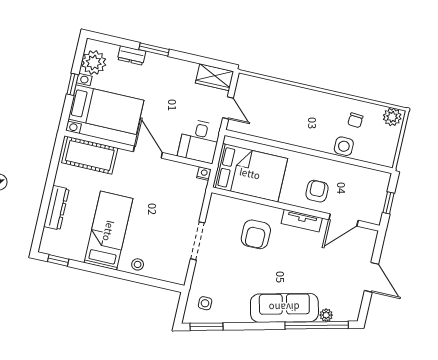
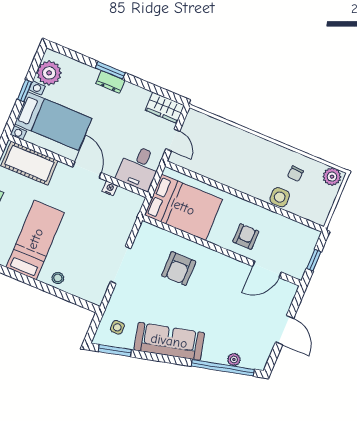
dresser: (132, 55) -> (110, 82), moved
nightstand: (204, 174) -> (110, 188), moved
tv unit: (302, 221) -> (226, 263), removed
sofa: (284, 308) -> (169, 341), moved

